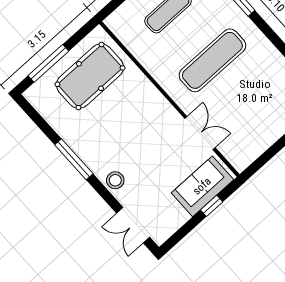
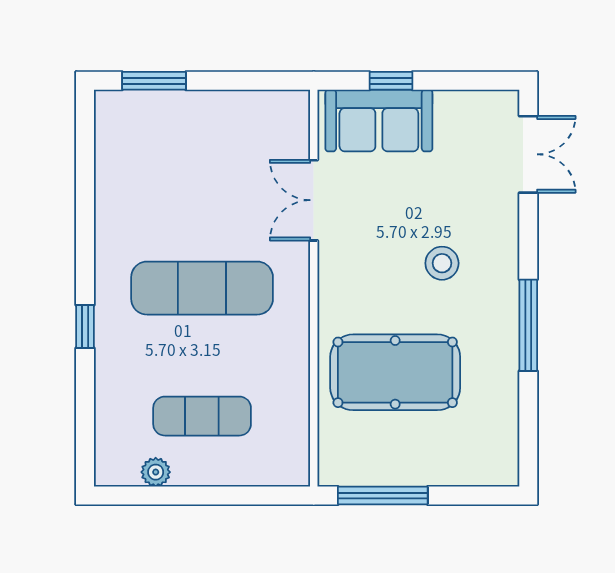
window: (48, 63) -> (383, 495), moved
pool table: (90, 76) -> (395, 372), moved
stool: (115, 180) -> (442, 263), moved

